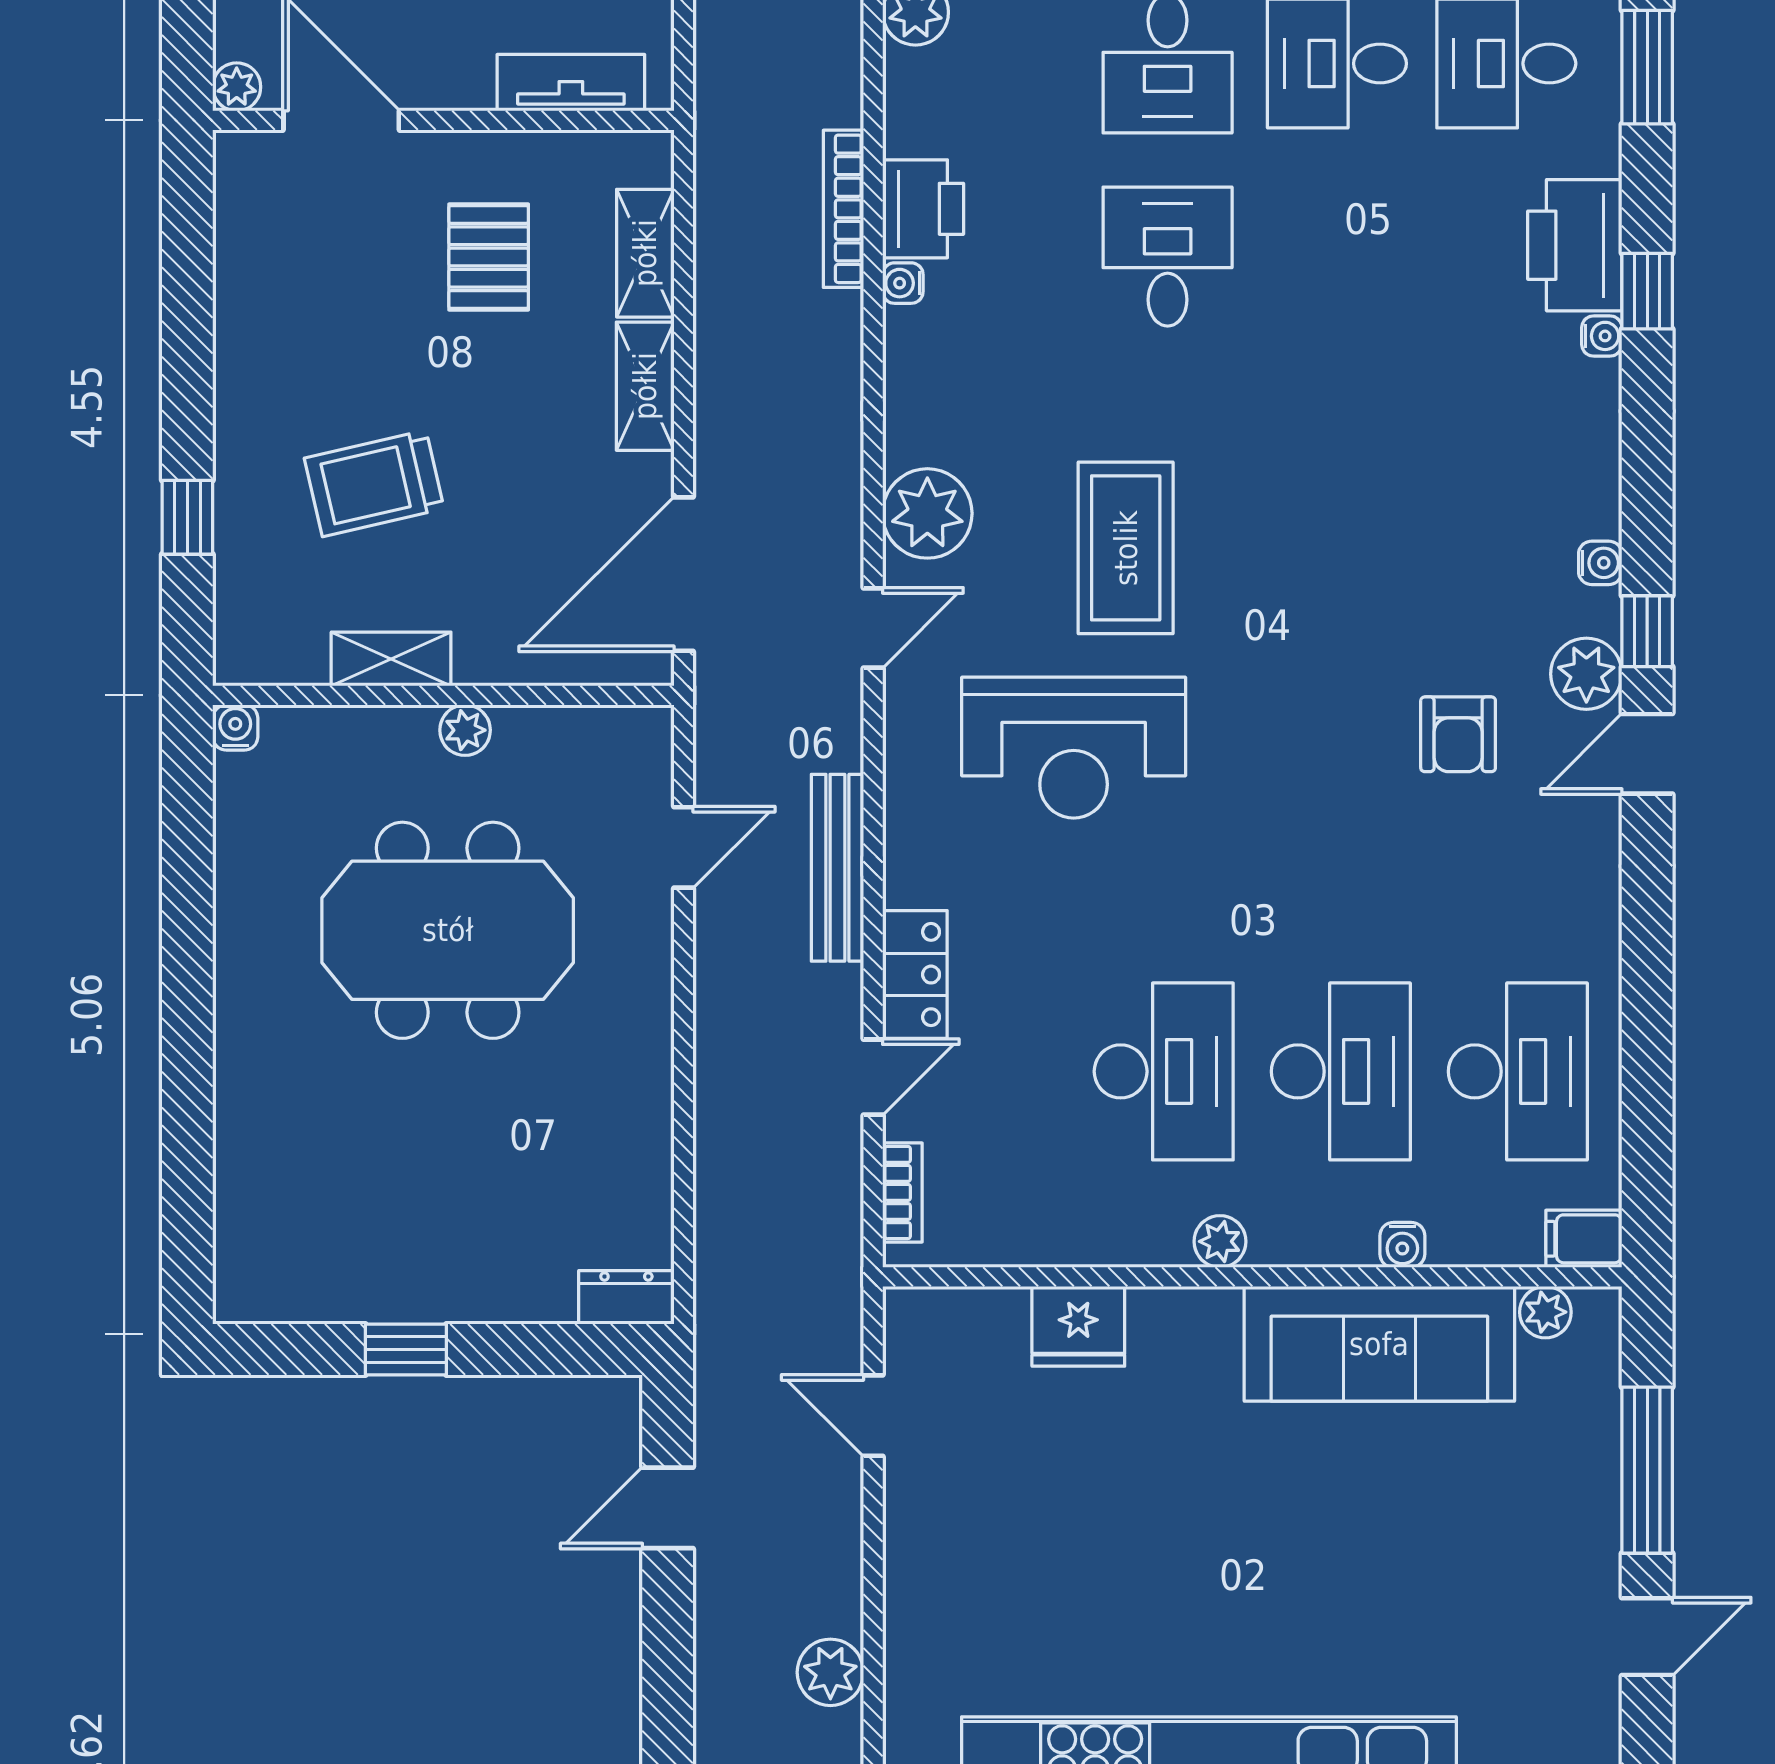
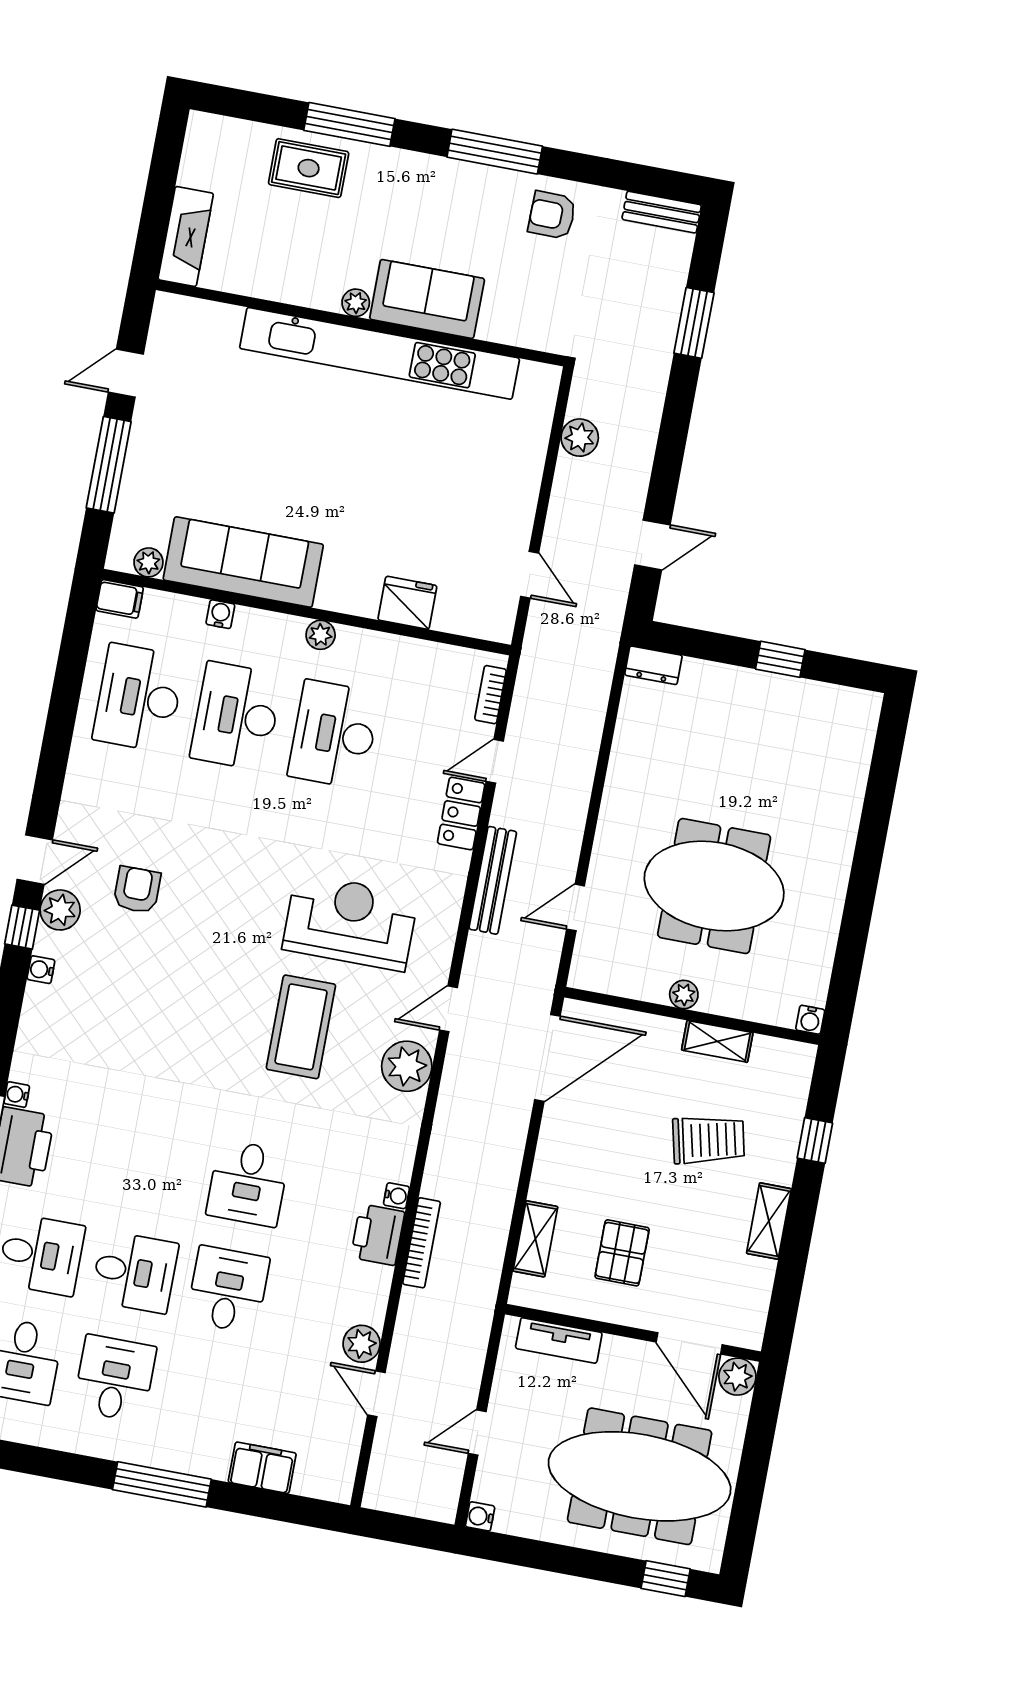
plant: (237, 87) -> (737, 1377), width x1.38, depth x1.38
shelving: (645, 386) -> (769, 1221), moved

